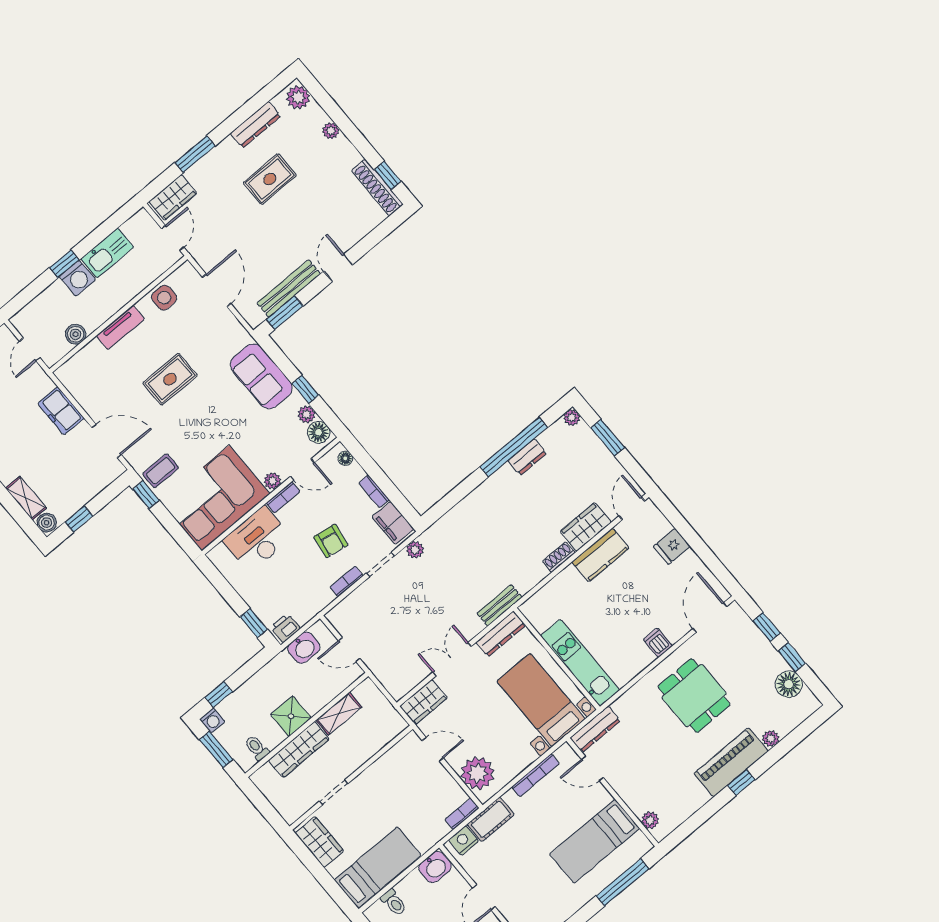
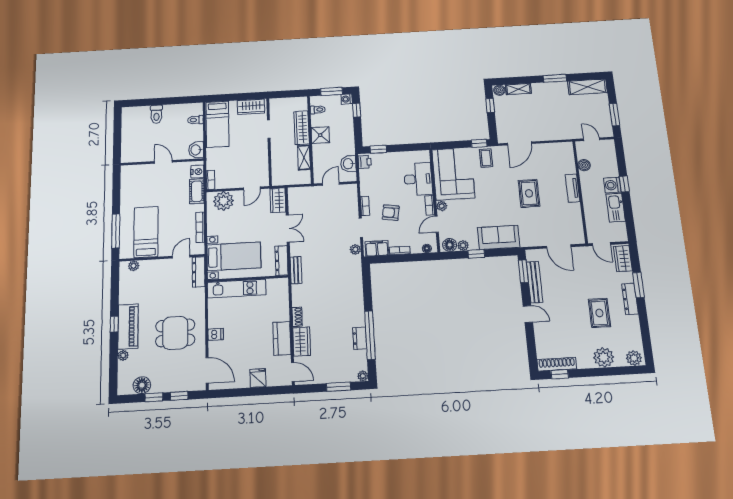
dresser: (255, 125) -> (630, 299), moved
plant: (331, 131) -> (604, 357), width x1.88, depth x1.88
side table: (164, 298) -> (573, 219), removed
freezer: (61, 411) -> (550, 133), removed

